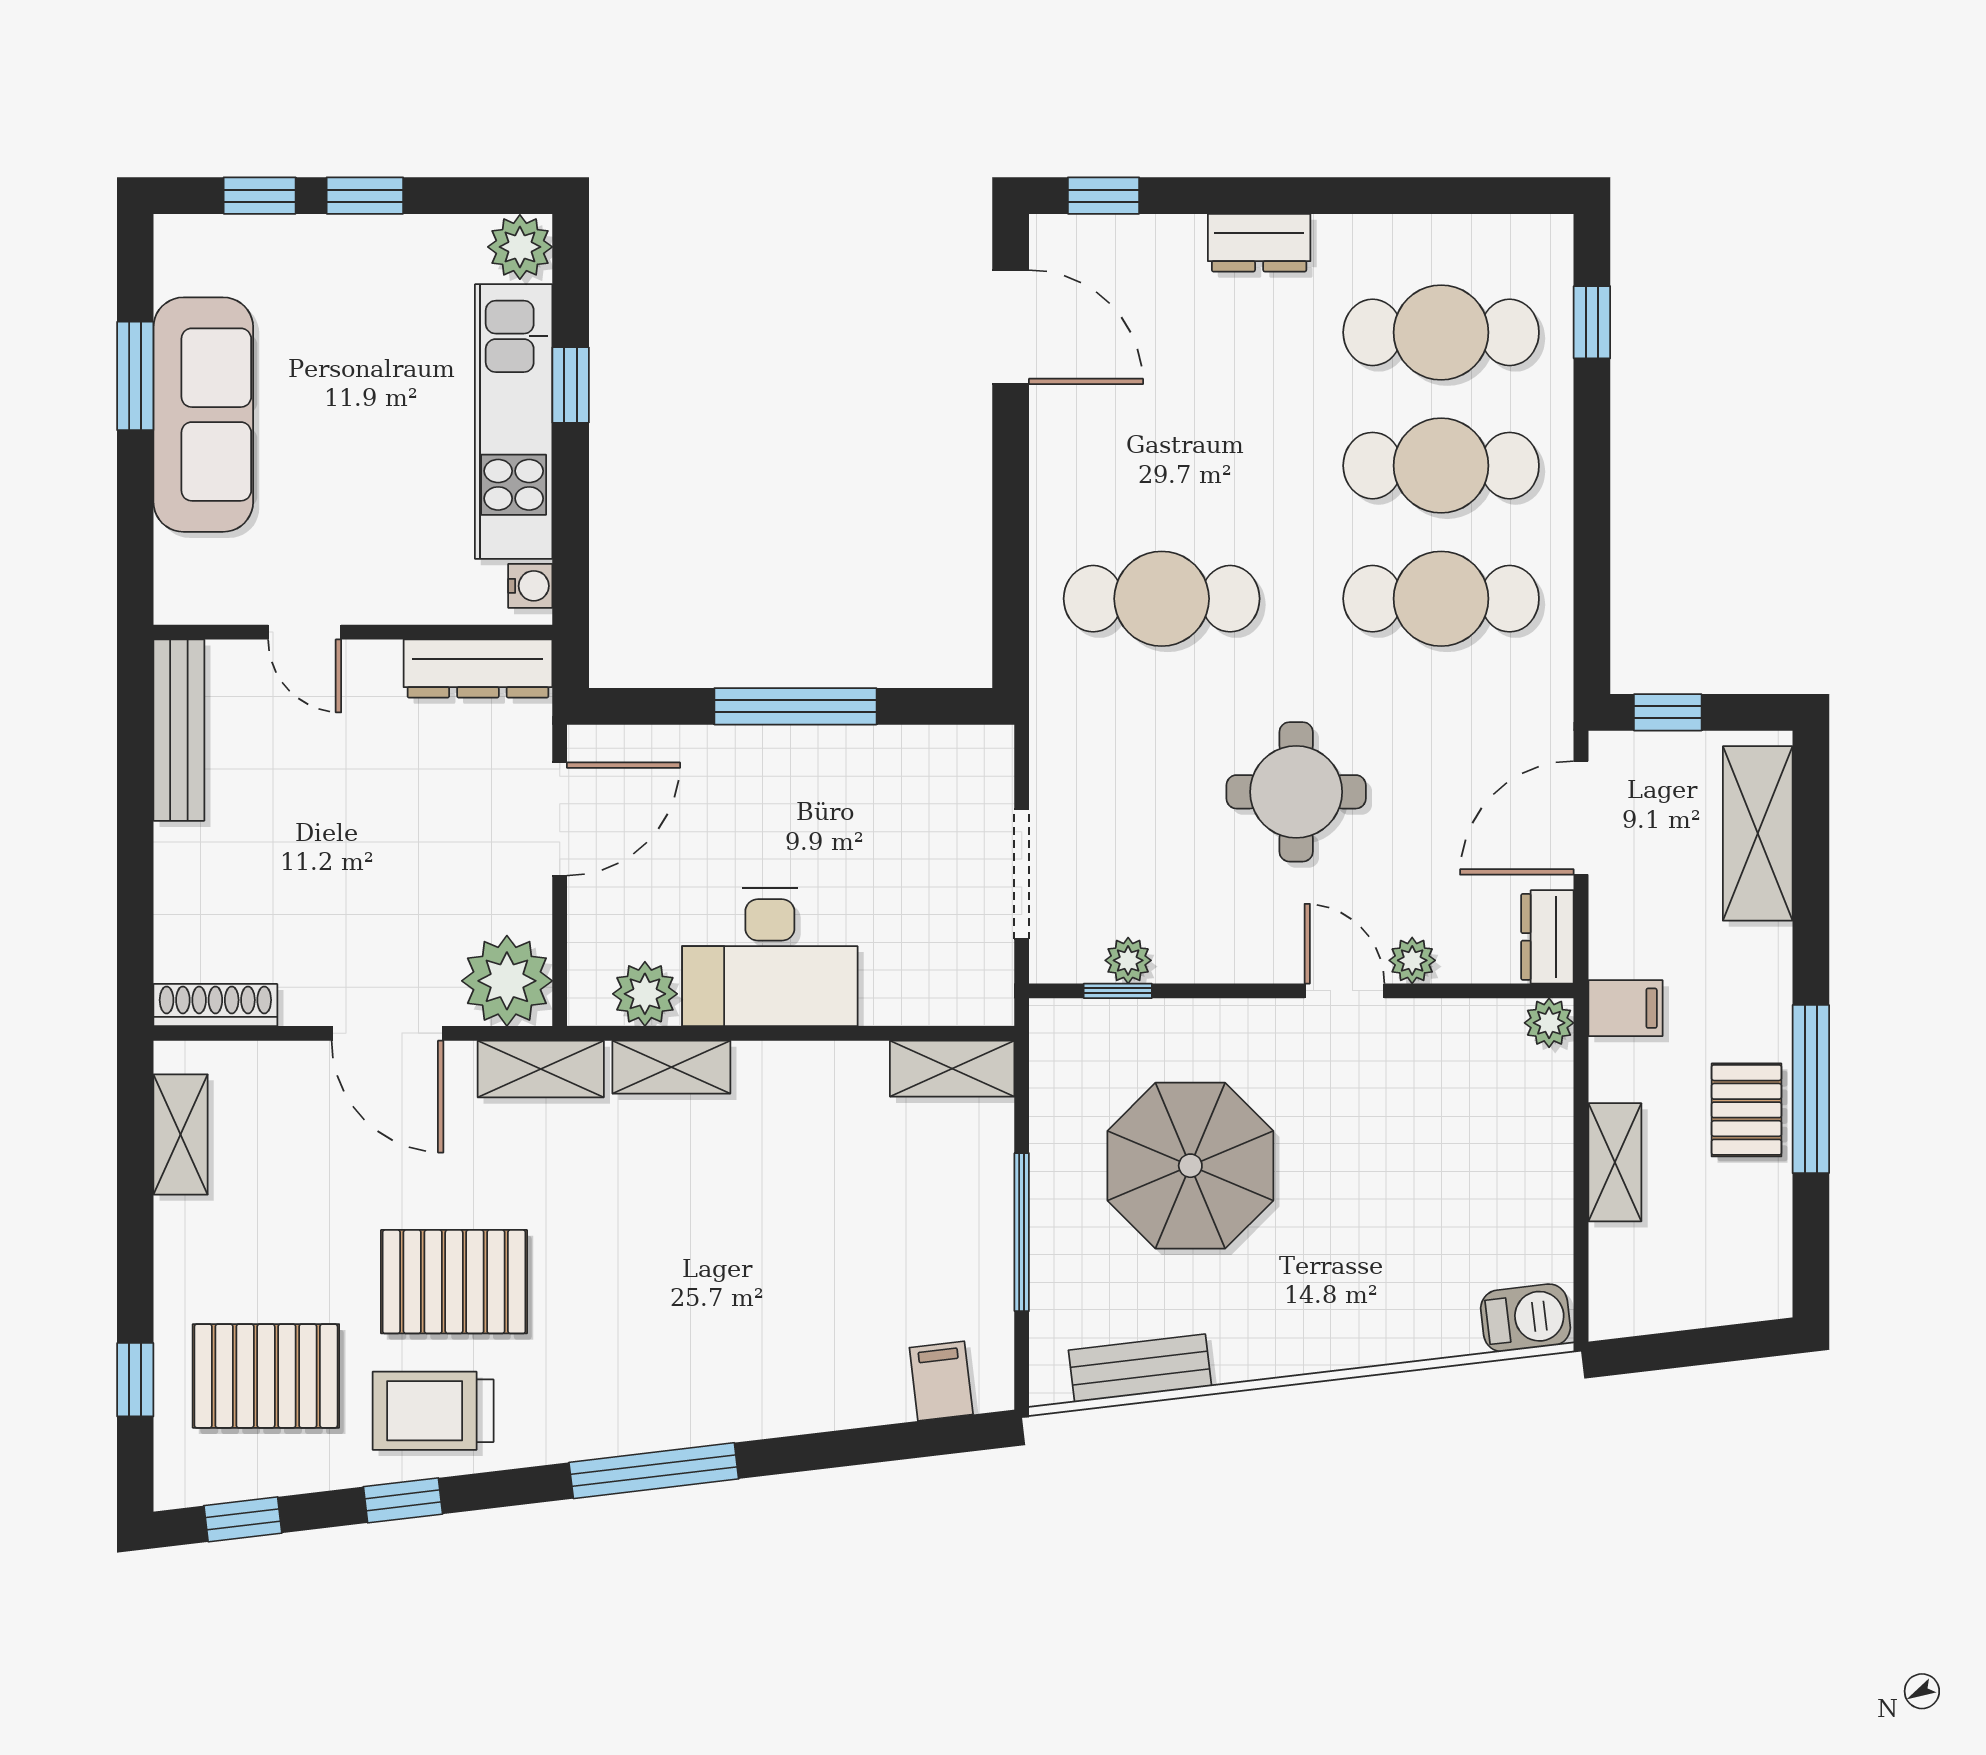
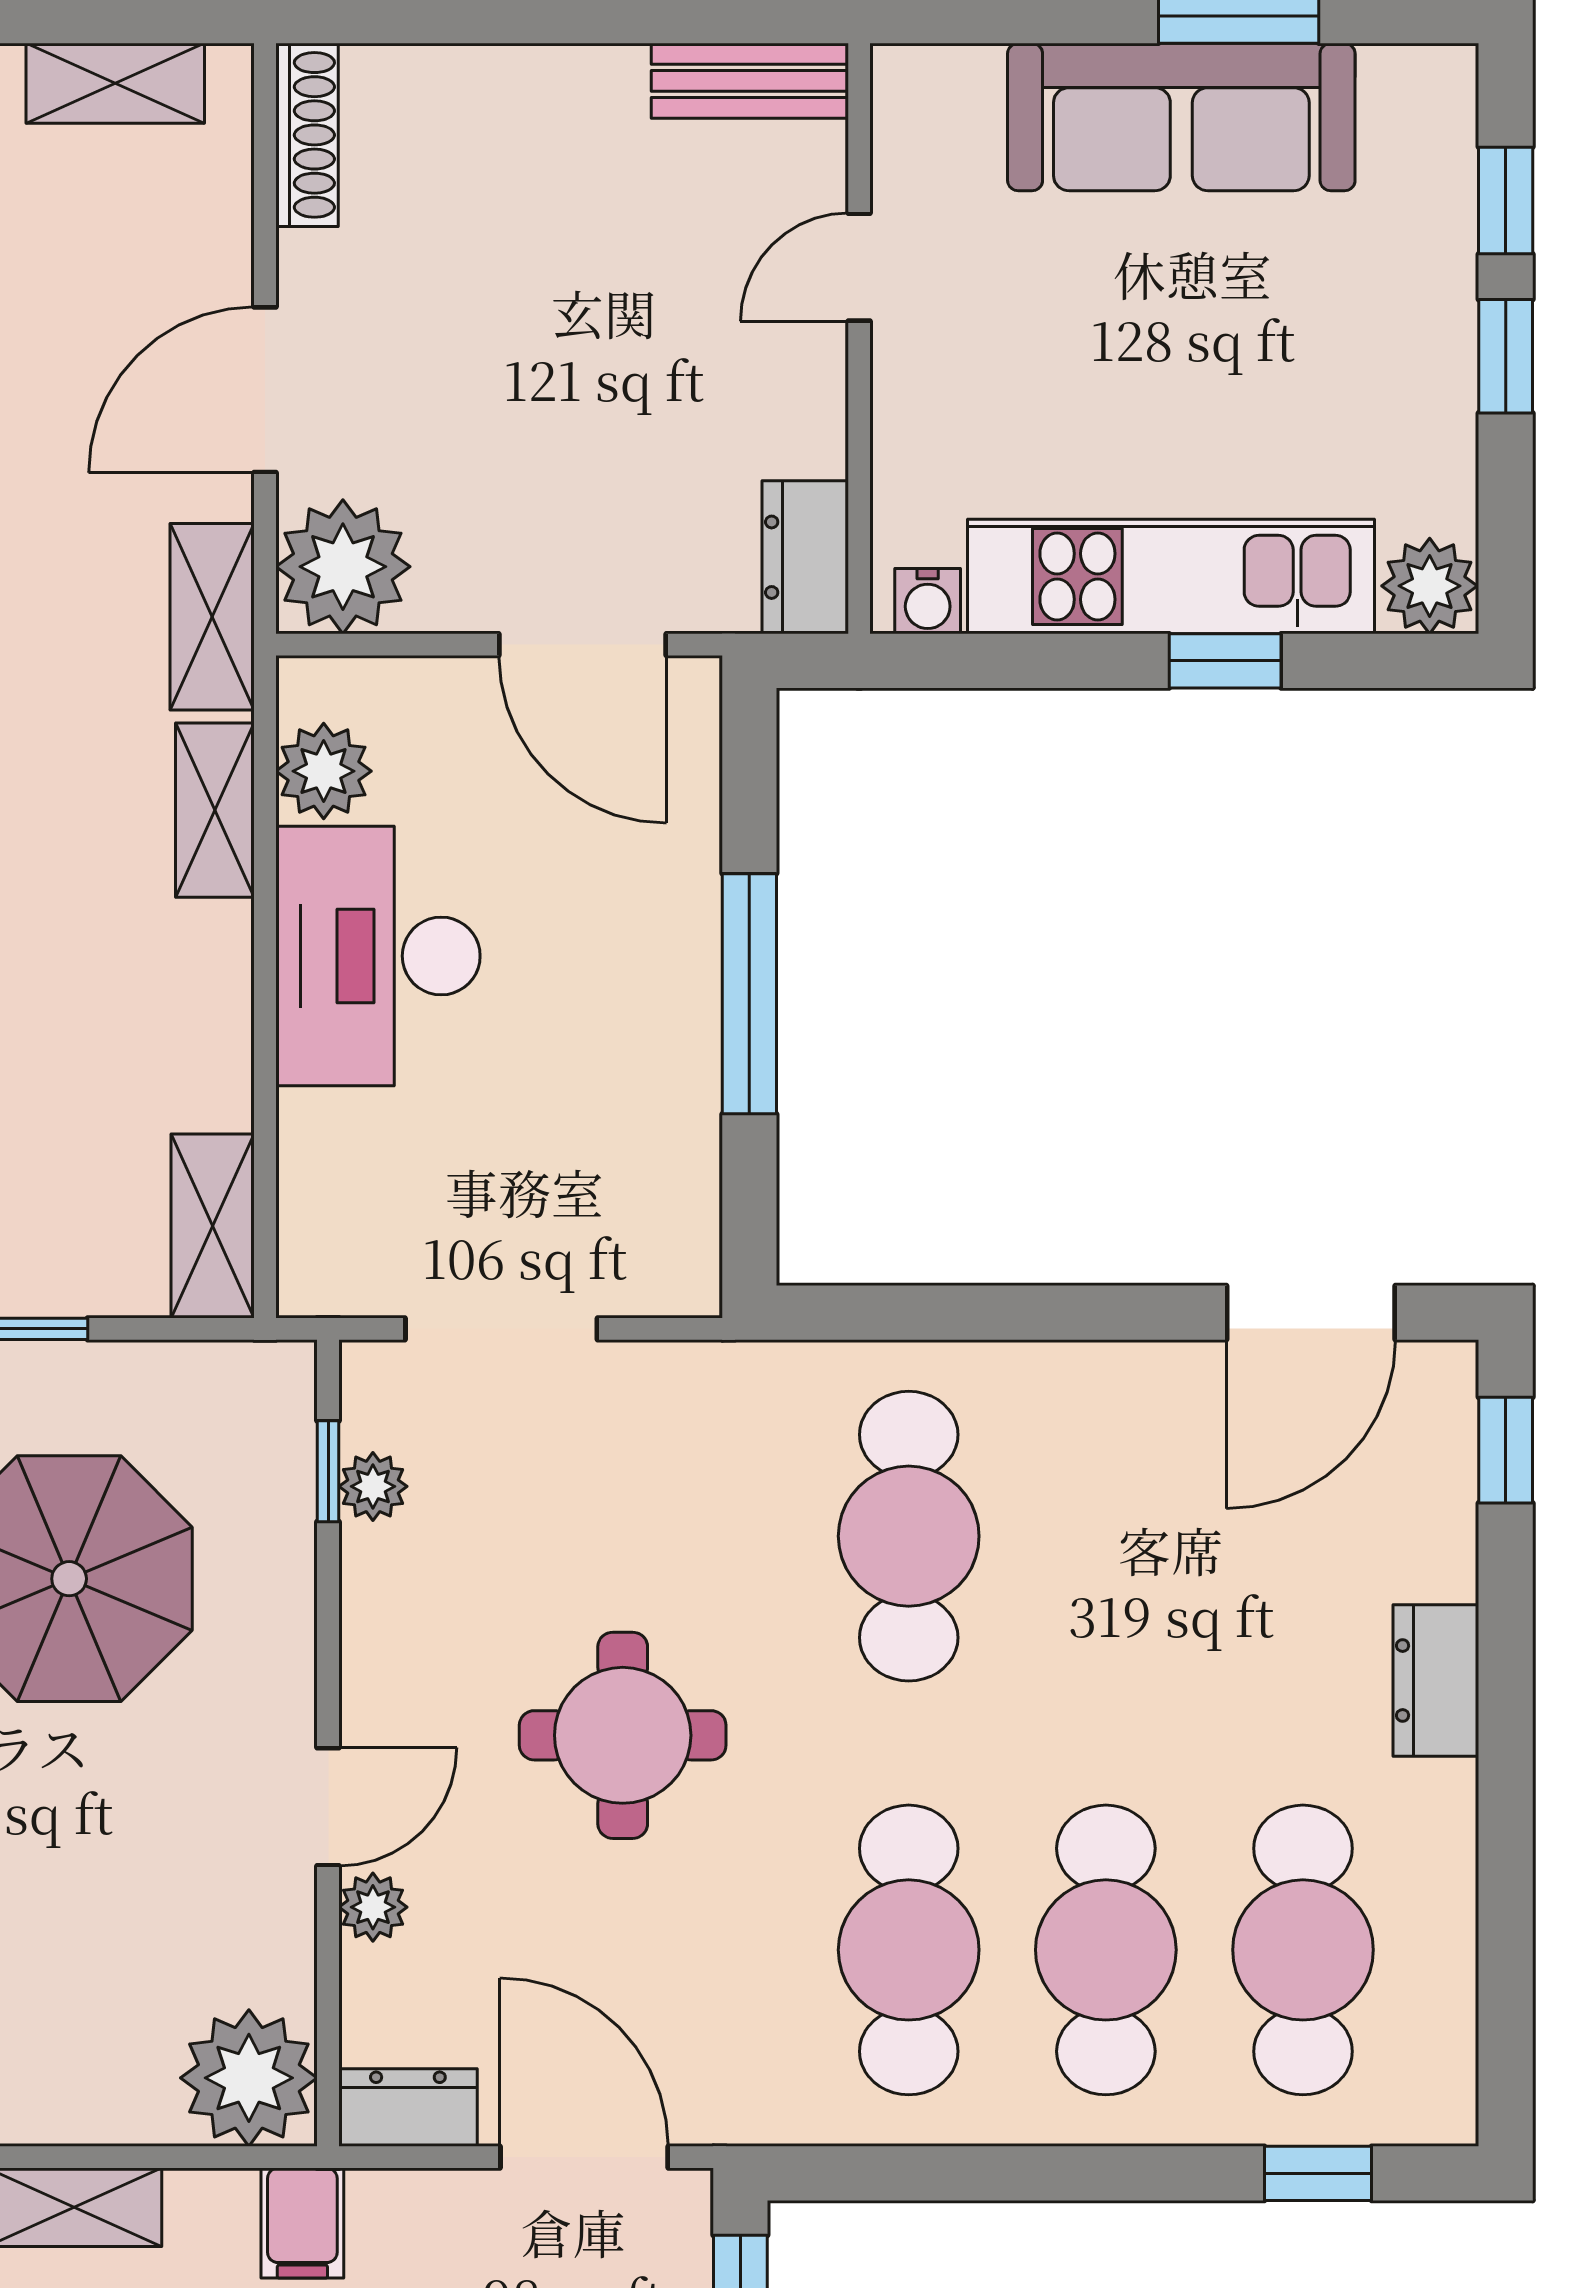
dresser: (478, 669) -> (805, 557), width x0.70
bench: (179, 730) -> (750, 81), width x0.73
plant: (1549, 1023) -> (249, 2078), width x1.88, depth x1.88

